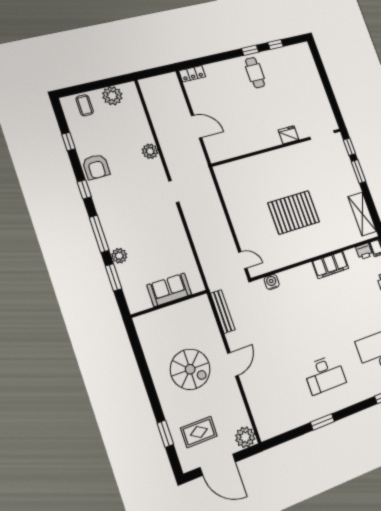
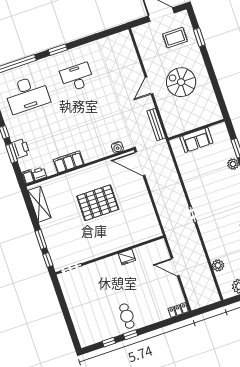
fridge: (289, 135) -> (127, 257), moved
plant: (150, 151) -> (218, 265), moved
door: (243, 260) -> (140, 164), width x1.88
window: (322, 422) -> (58, 50), moved
plant: (245, 437) -> (141, 33), removed

